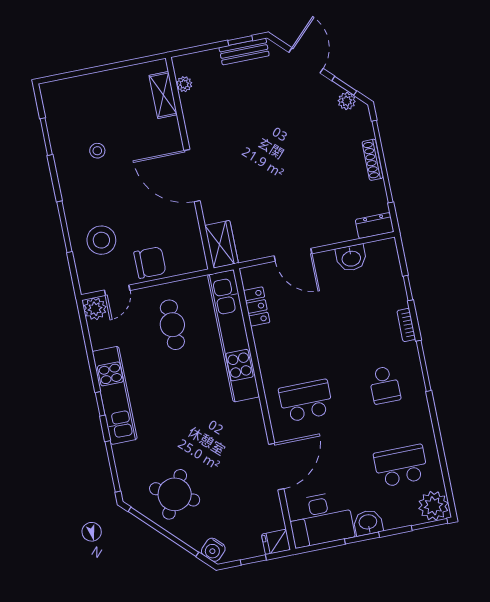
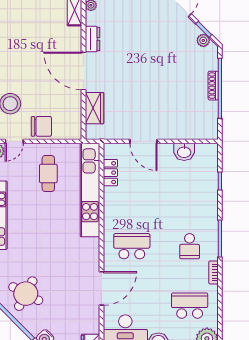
stool: (97, 151) -> (20, 40), removed
dresser: (375, 226) -> (92, 39), moved, turned 90
wardrobe: (221, 244) -> (94, 108), moved
bookcase: (406, 325) -> (213, 272), moved

